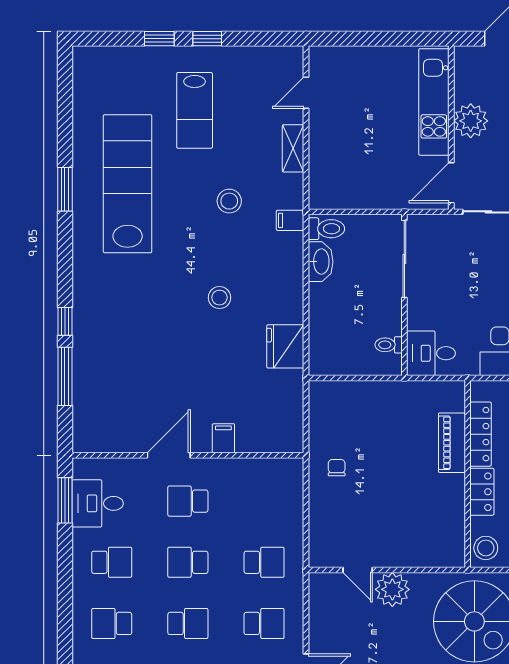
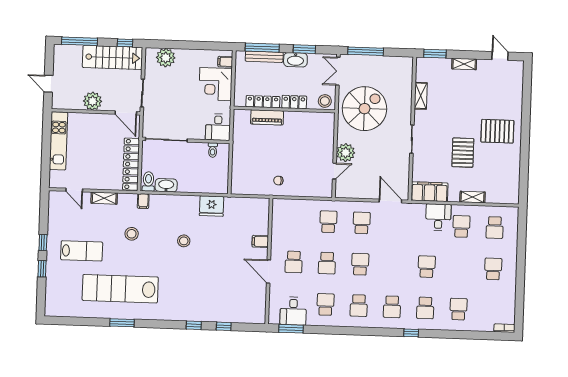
kitchen unit: (434, 102) -> (58, 141), moved, turned -90
locker: (357, 196) -> (131, 164), added
window: (65, 376) -> (224, 326), width x0.46

